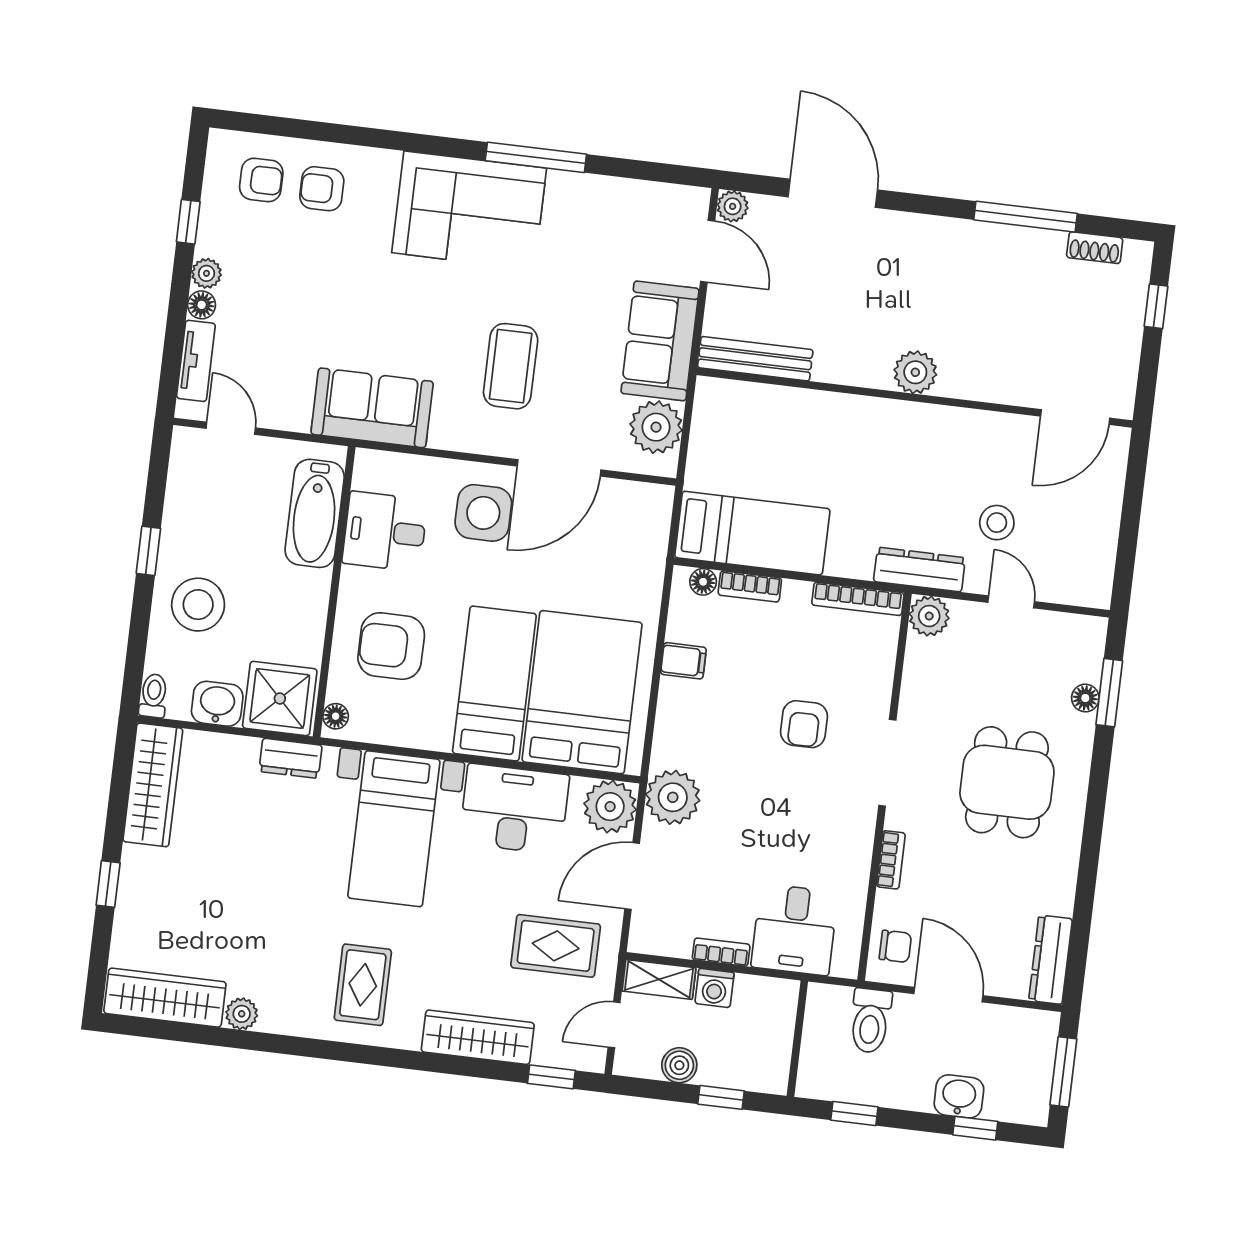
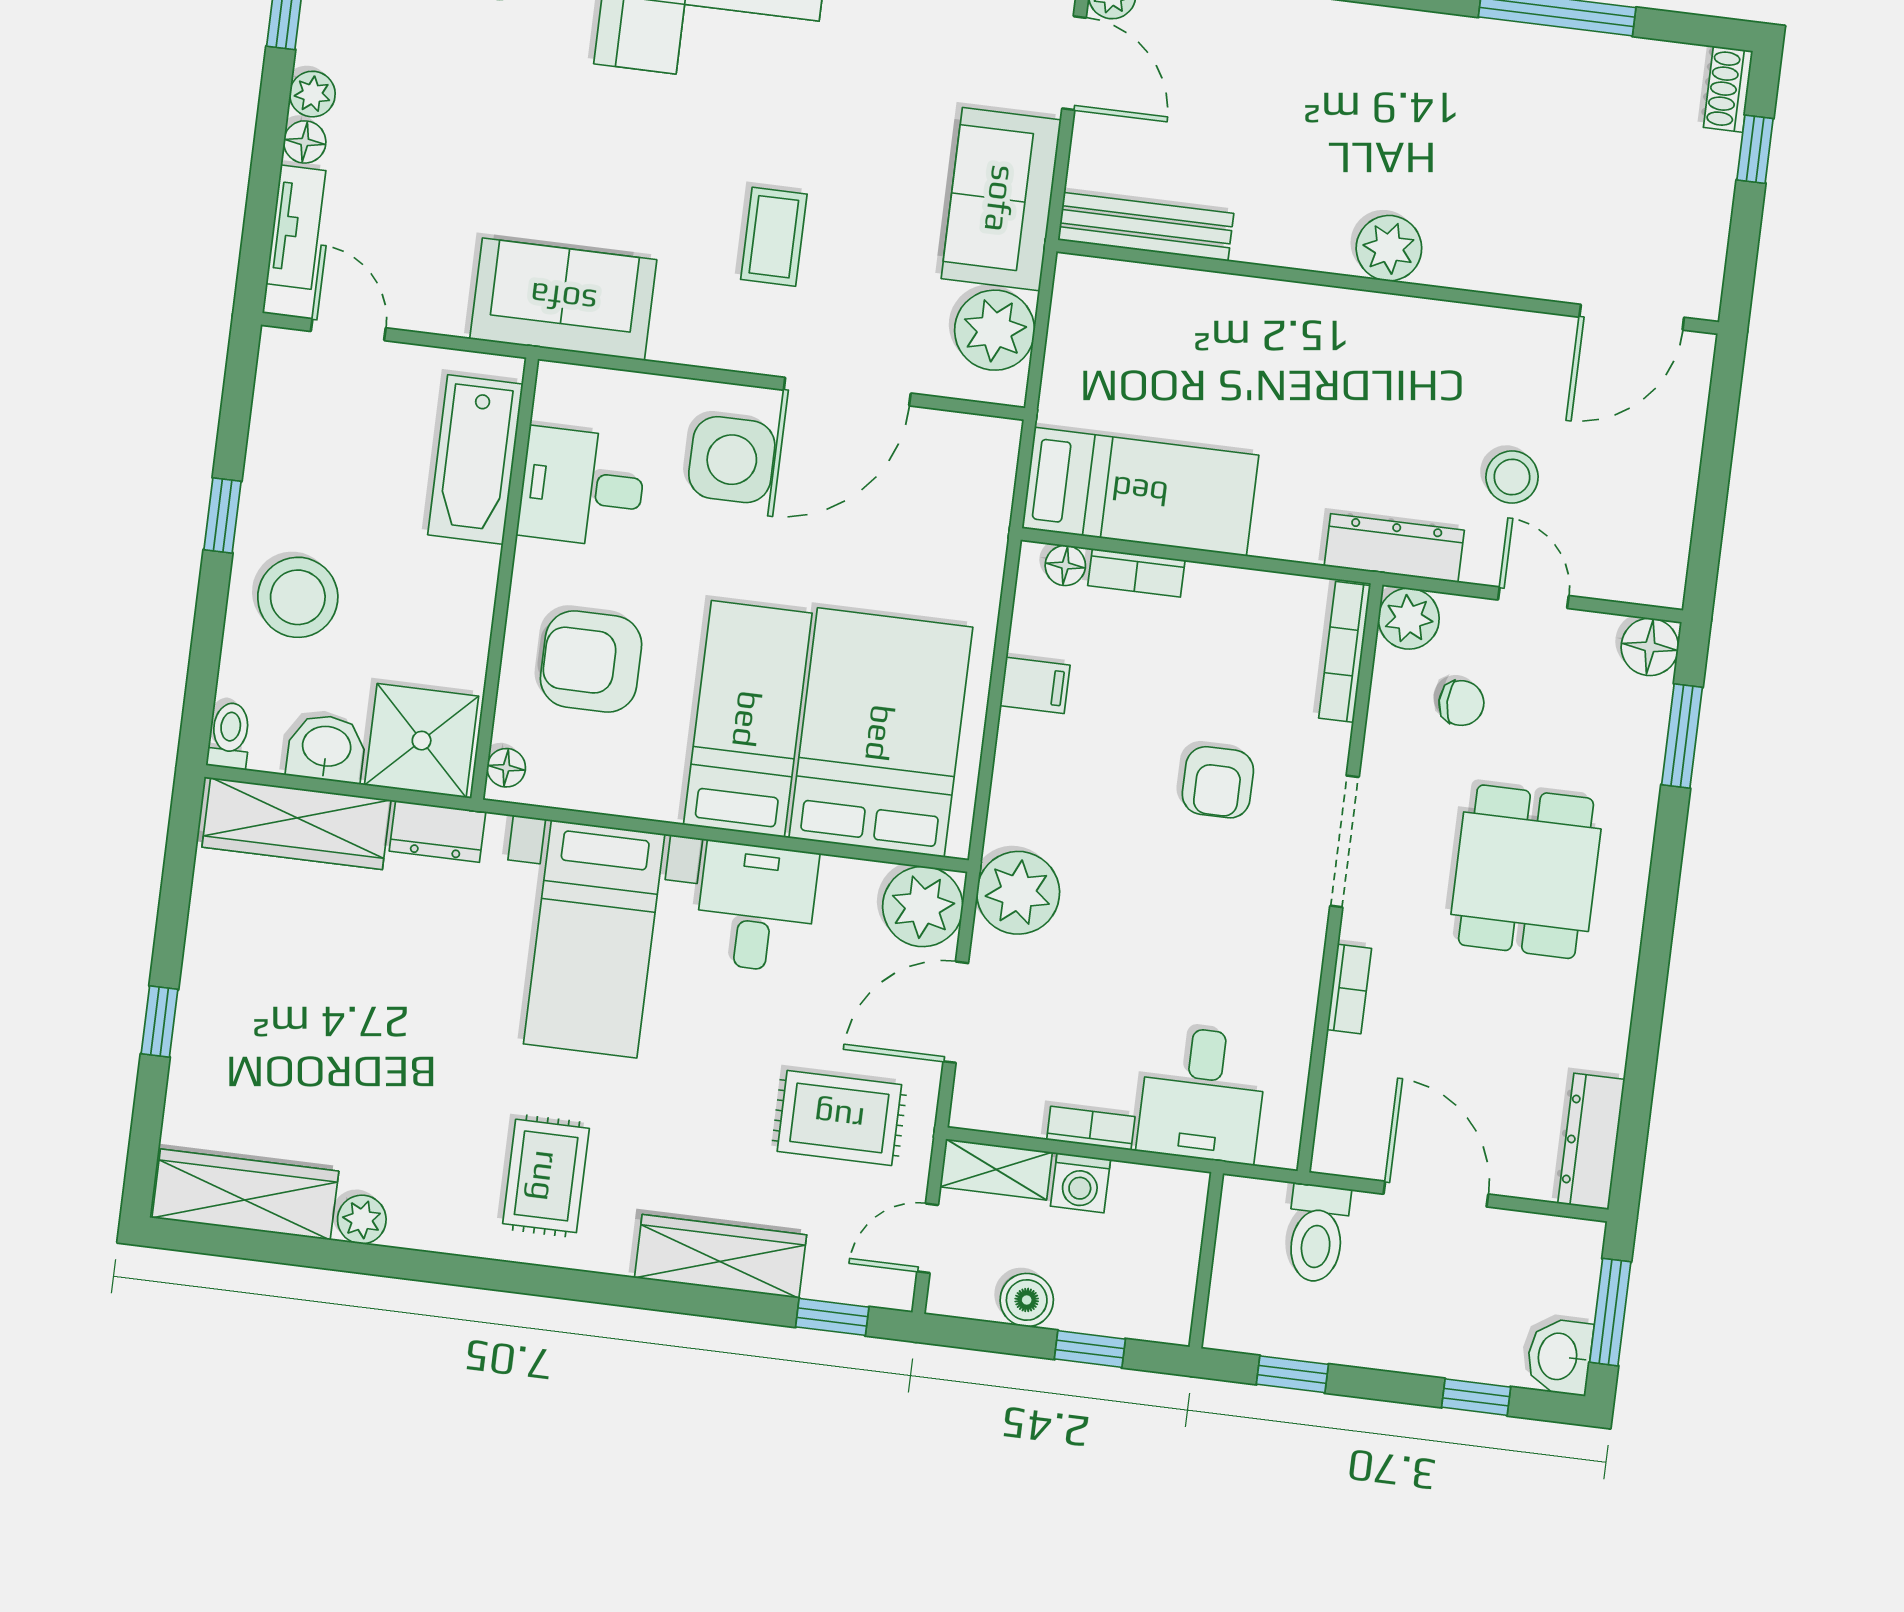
shoe rack: (1095, 248) -> (1728, 89), moved, turned 90
coffee table: (511, 366) -> (774, 237), width x0.73, depth x0.77
bookcase: (858, 599) -> (1345, 652), moved, turned 90
floor lamp: (1085, 698) -> (1650, 647), moved, width x1.37, depth x1.37
wardrobe: (153, 785) -> (296, 824), moved, turned 90
desk: (514, 809) -> (756, 907), width x0.73
chair: (895, 946) -> (1461, 703), moved
washbasin: (959, 1096) -> (1559, 1357), moved, turned -90

